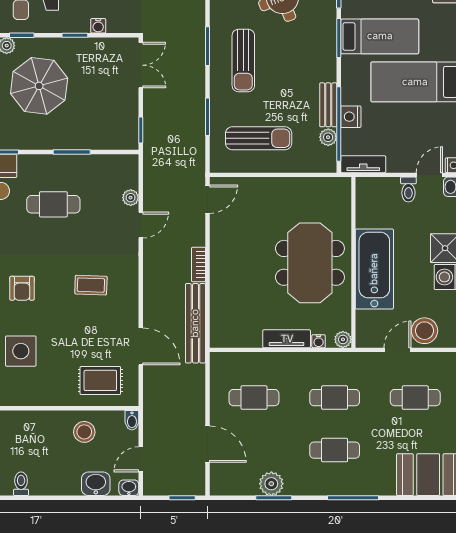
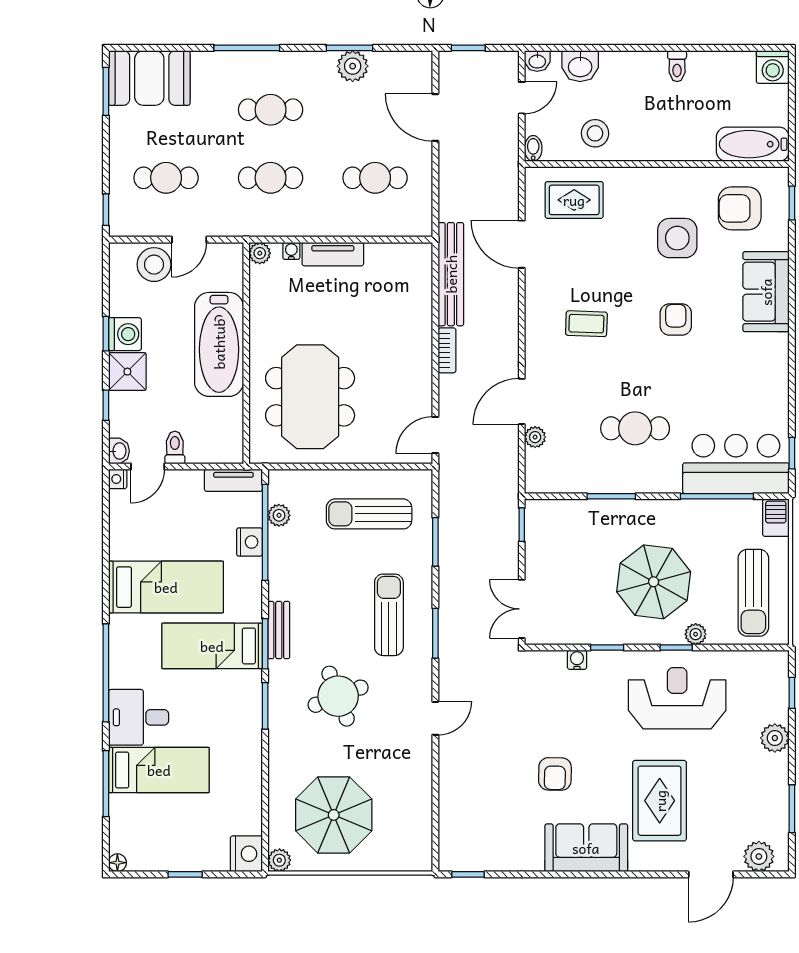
bench: (328, 105) -> (279, 630), moved
door: (141, 225) -> (522, 401), width x1.38
meeting table: (310, 263) -> (310, 397), moved

